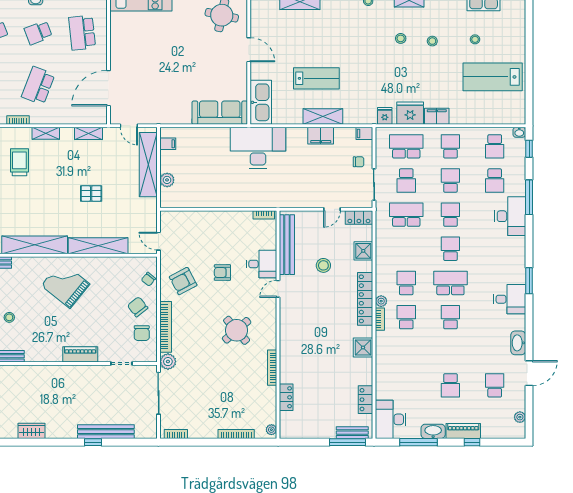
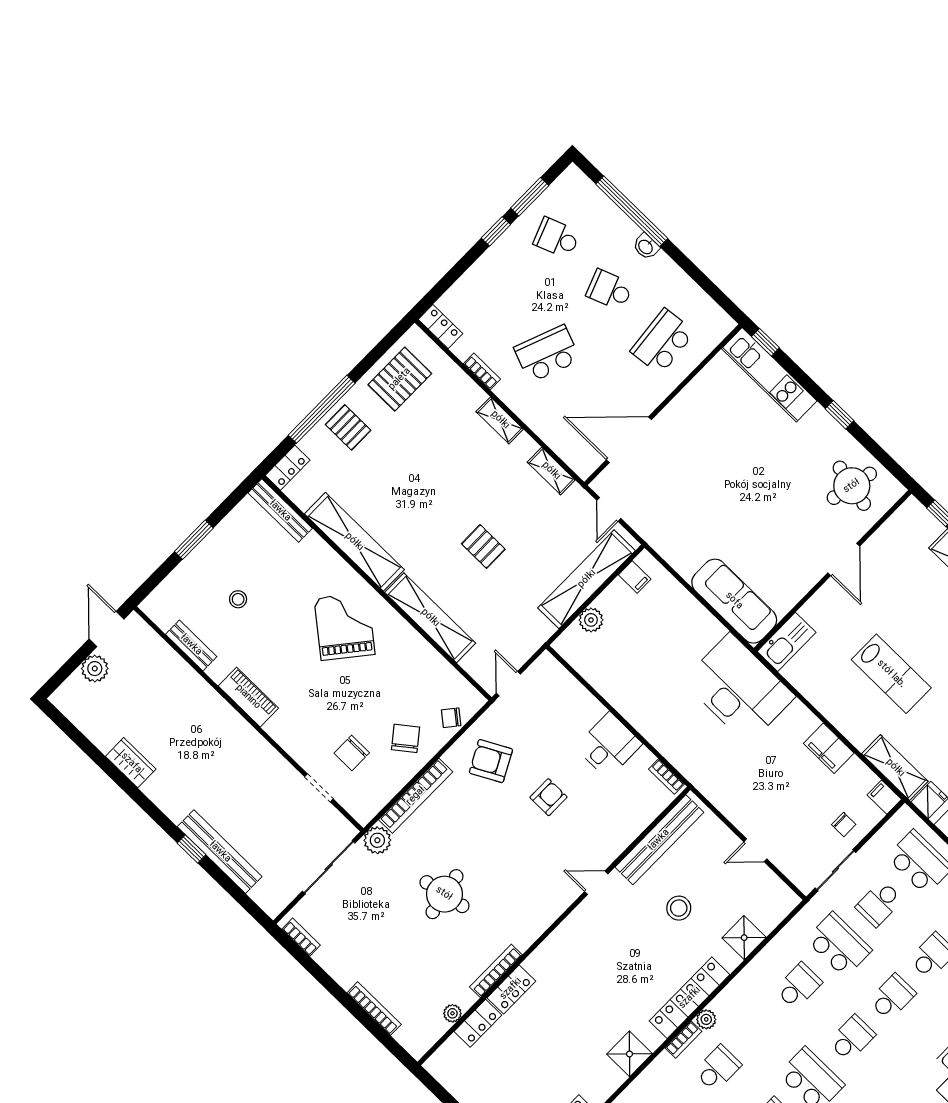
kitchen sink: (261, 102) -> (787, 642), width x0.73, depth x0.81
shelving: (323, 117) -> (895, 768), moved
trolley: (19, 162) -> (434, 424), removed
locker: (359, 218) -> (511, 989), moved, turned -90
desk: (262, 264) -> (609, 745), moved, turned -90
armchair: (222, 272) -> (548, 797), turned 90
school desk: (406, 283) -> (798, 986), moved
round table: (237, 330) -> (444, 894), moved, turned 30
chair: (142, 333) -> (352, 753), moved
piano: (80, 354) -> (248, 697), moved
plant: (271, 430) -> (452, 1013), moved

